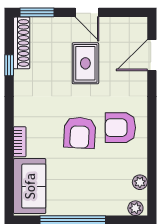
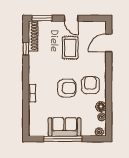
armchair: (120, 128) -> (90, 85), turned 90
armchair: (80, 133) -> (67, 88), turned -93
floor lamp: (138, 165) -> (101, 107), added
sofa: (30, 186) -> (65, 127), moved, turned -90

